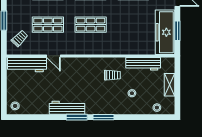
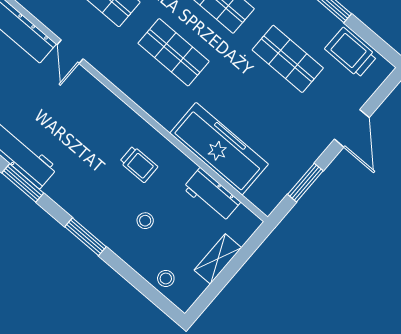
freezer: (165, 32) -> (219, 149), moved, turned 90
workbench: (143, 64) -> (212, 195), width x0.73
window: (103, 117) -> (85, 237), moved

